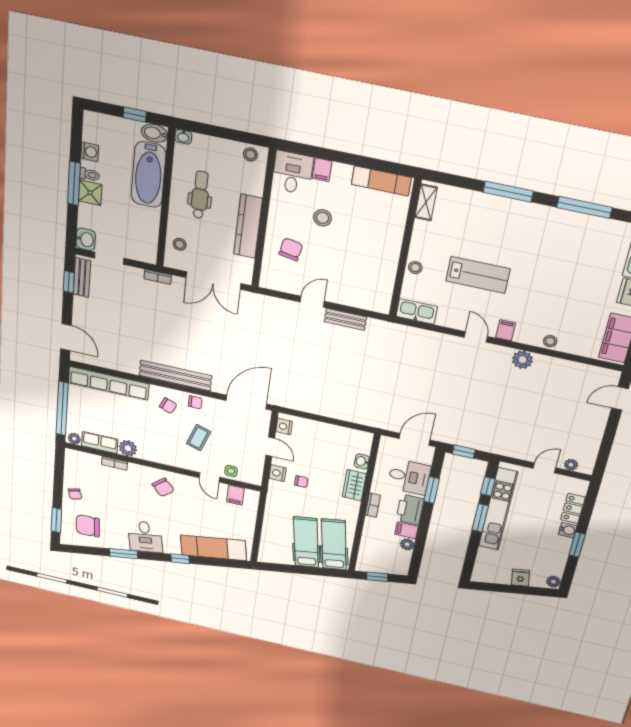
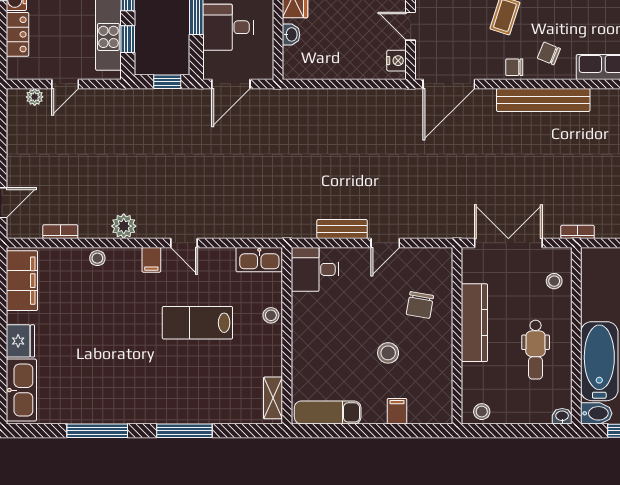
desk: (292, 173) -> (315, 269), moved, turned 90
bookcase: (576, 367) -> (60, 232), added

